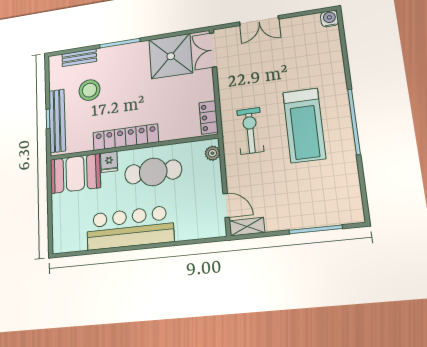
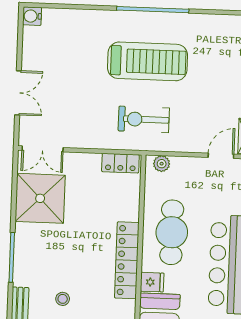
stool: (89, 90) -> (63, 299), width x0.53, depth x0.53

